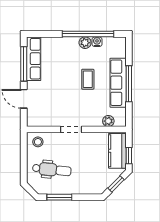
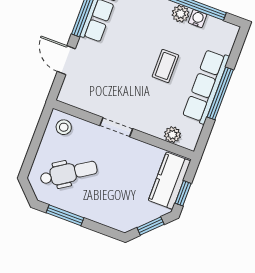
dental chair: (52, 170) -> (69, 173), turned -39

